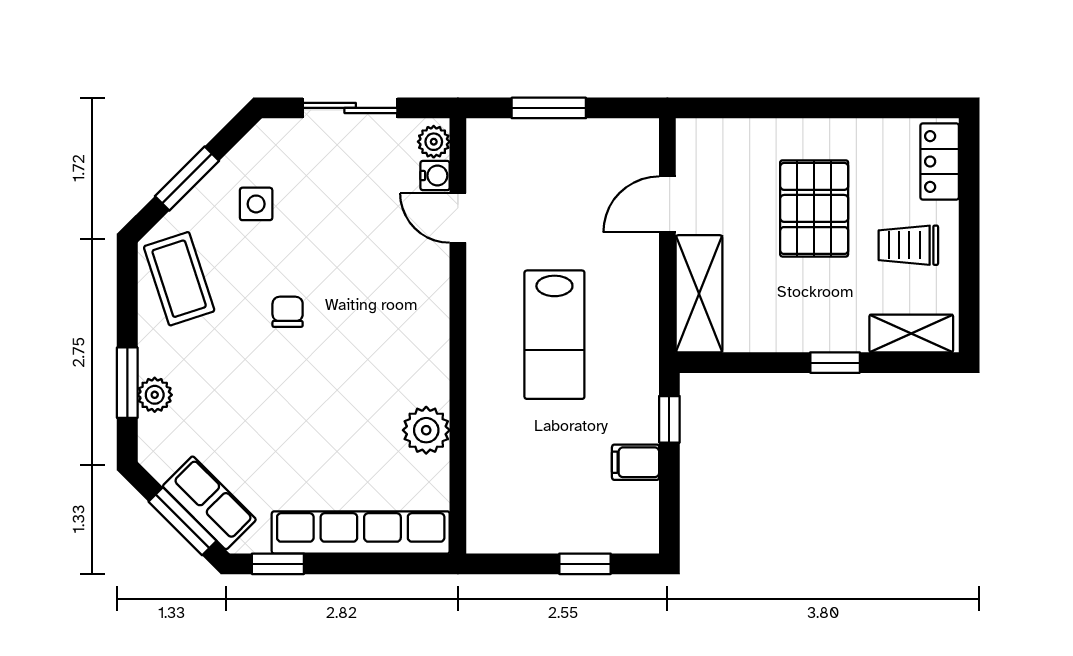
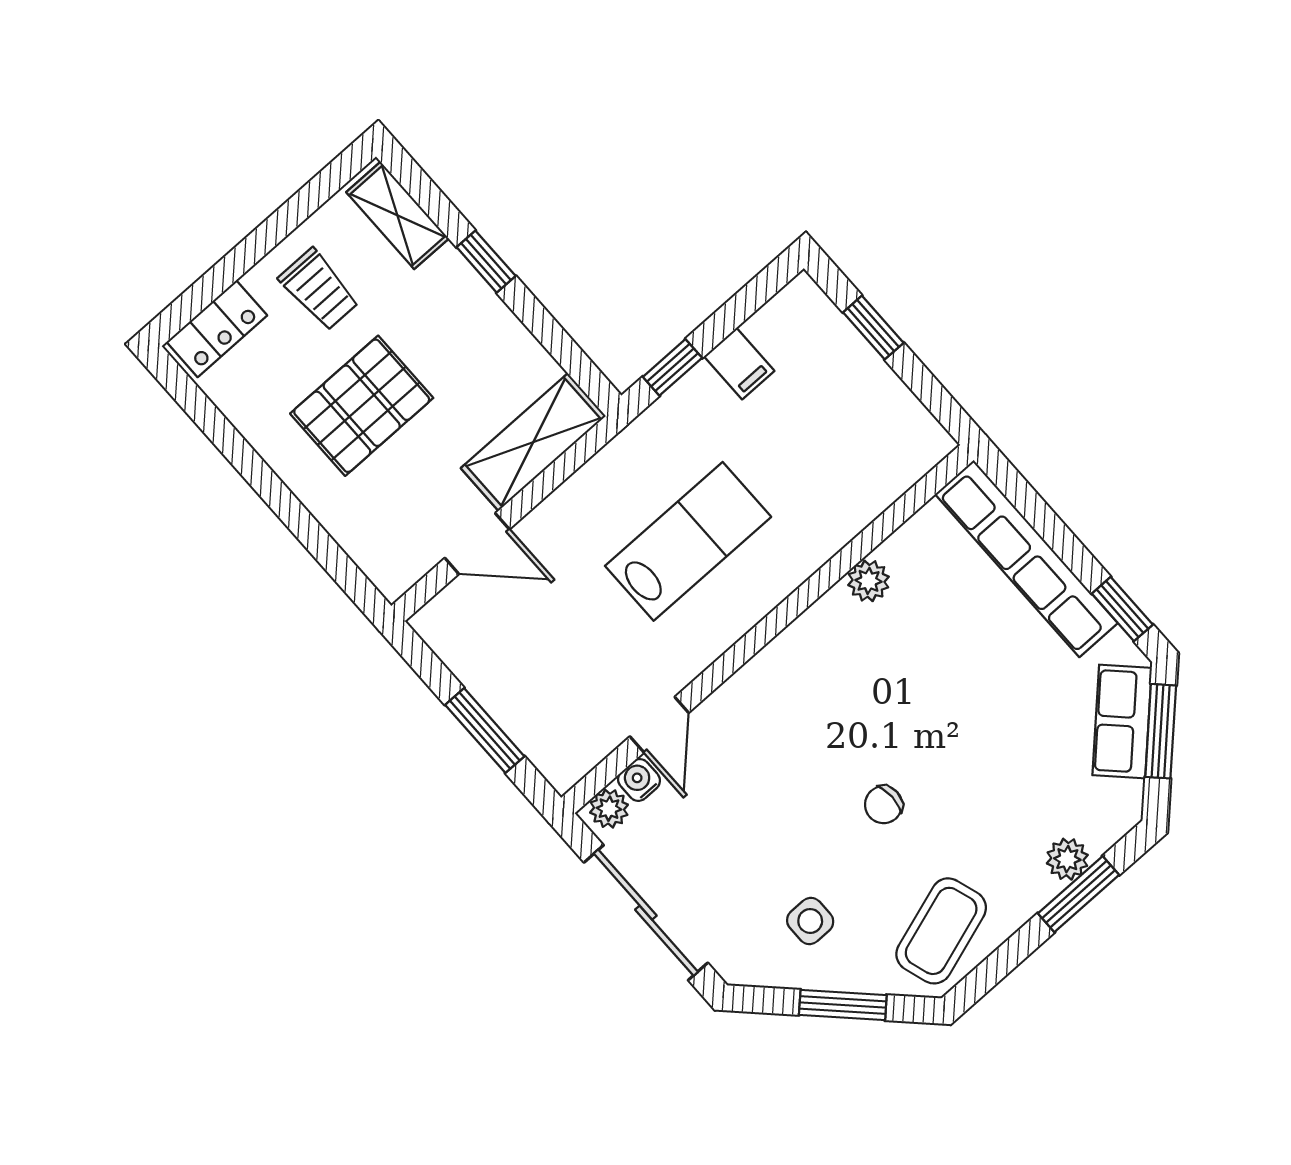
sliding door: (350, 108) -> (646, 913), width x1.37
plant: (426, 430) -> (869, 581), width x0.73, depth x0.73

